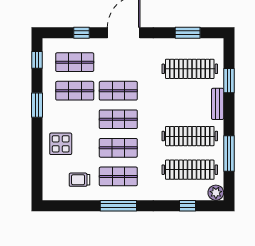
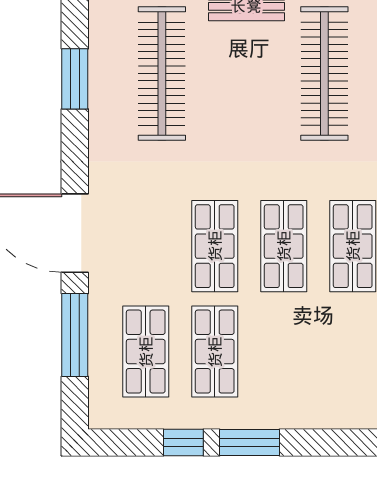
window: (82, 33) -> (75, 335), width x2.17
window: (37, 60) -> (183, 442), moved
display table: (61, 144) -> (343, 385), removed

